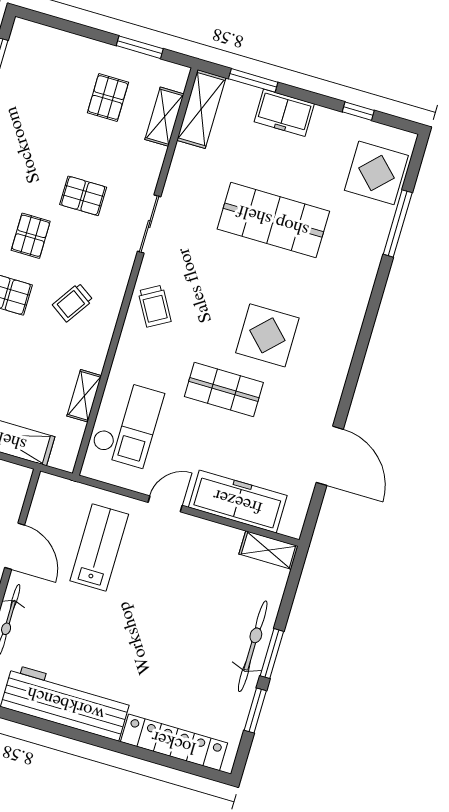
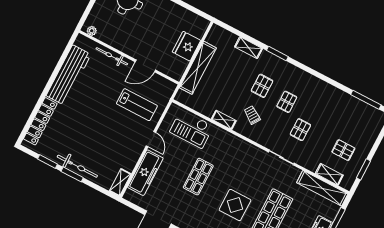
shelving: (201, 109) -> (322, 188), width x1.47
pallet: (31, 236) -> (287, 102), turned 90
trolley: (155, 306) -> (243, 152), removed
display table: (267, 335) -> (235, 205), moved
shelving: (84, 396) -> (224, 120), moved

